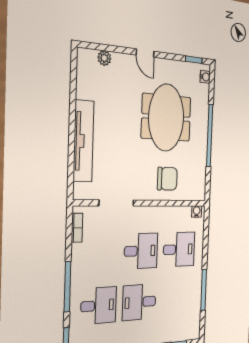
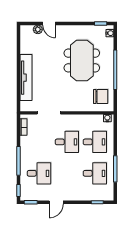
door: (145, 53) -> (49, 23), moved
chair: (167, 179) -> (101, 97), moved
desk: (139, 302) -> (95, 173), moved, turned 180

